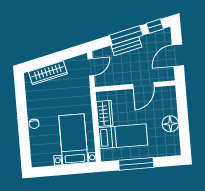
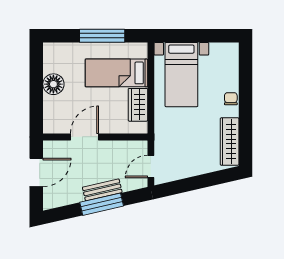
window: (155, 26) -> (63, 213), removed
wardrobe: (48, 73) -> (230, 142), moved, turned -77

